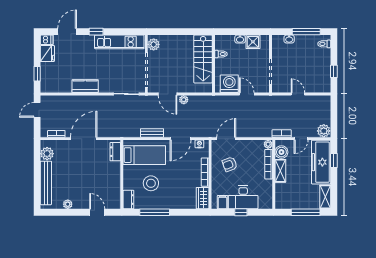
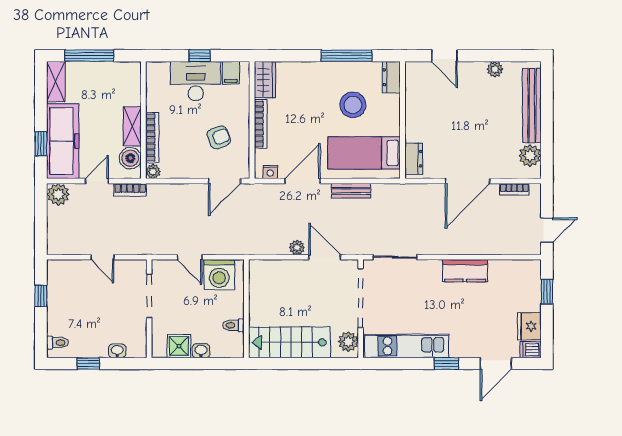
window: (306, 32) -> (88, 364), width x0.46
stairs: (203, 59) -> (290, 342), moved, turned -90

